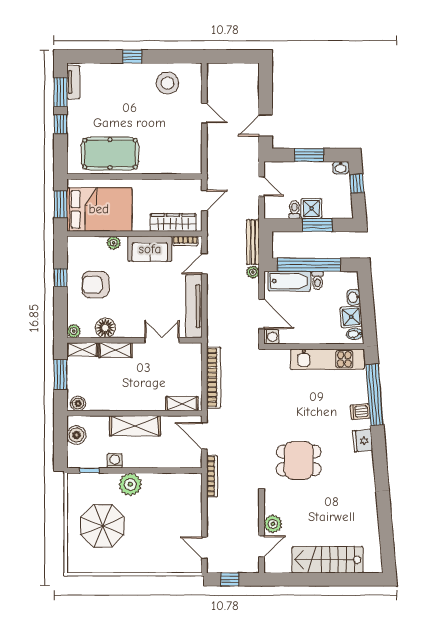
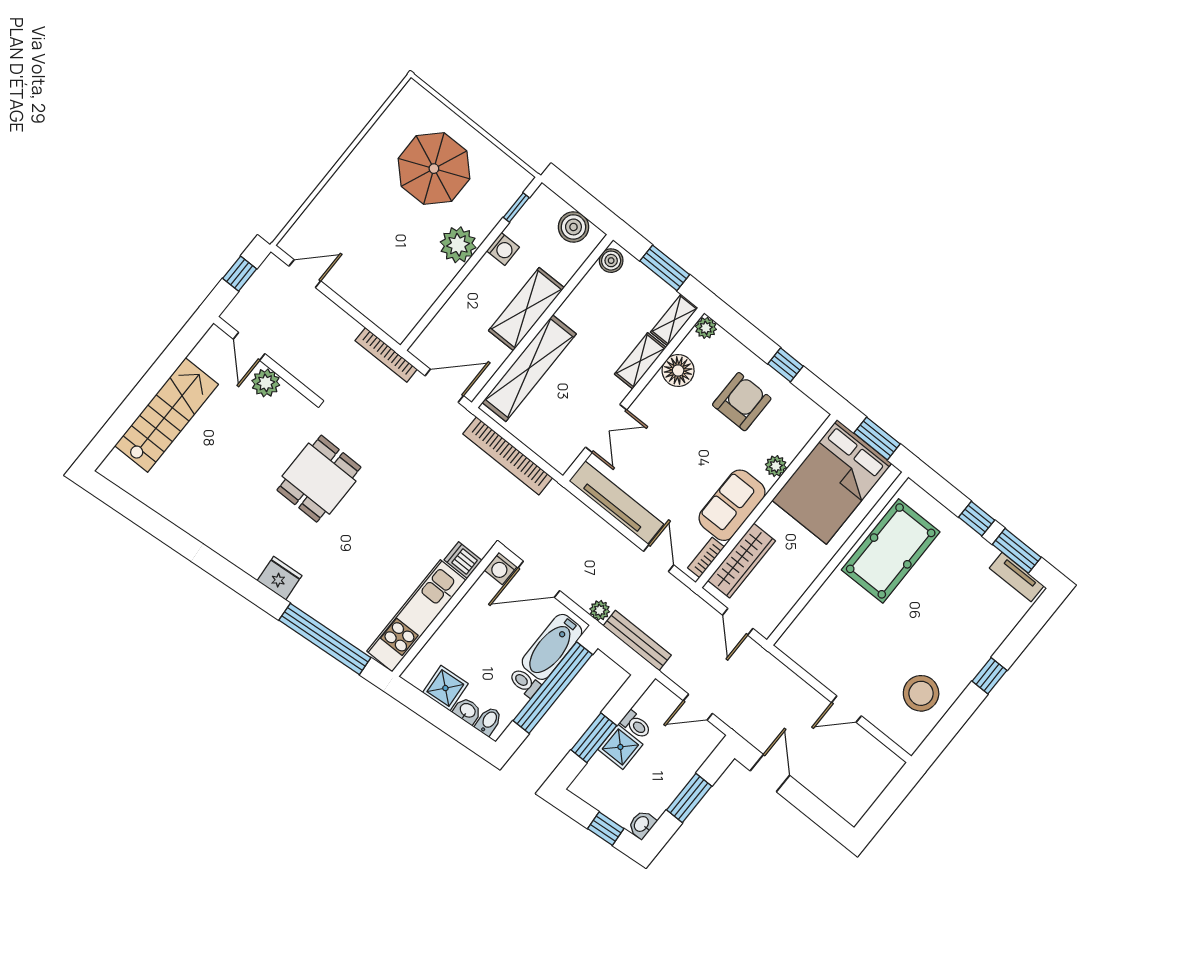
bidet: (355, 334) -> (489, 721), moved
shelving: (182, 404) -> (529, 368), width x2.20, depth x1.33
dishwasher: (360, 412) -> (463, 560), moved, turned -85

